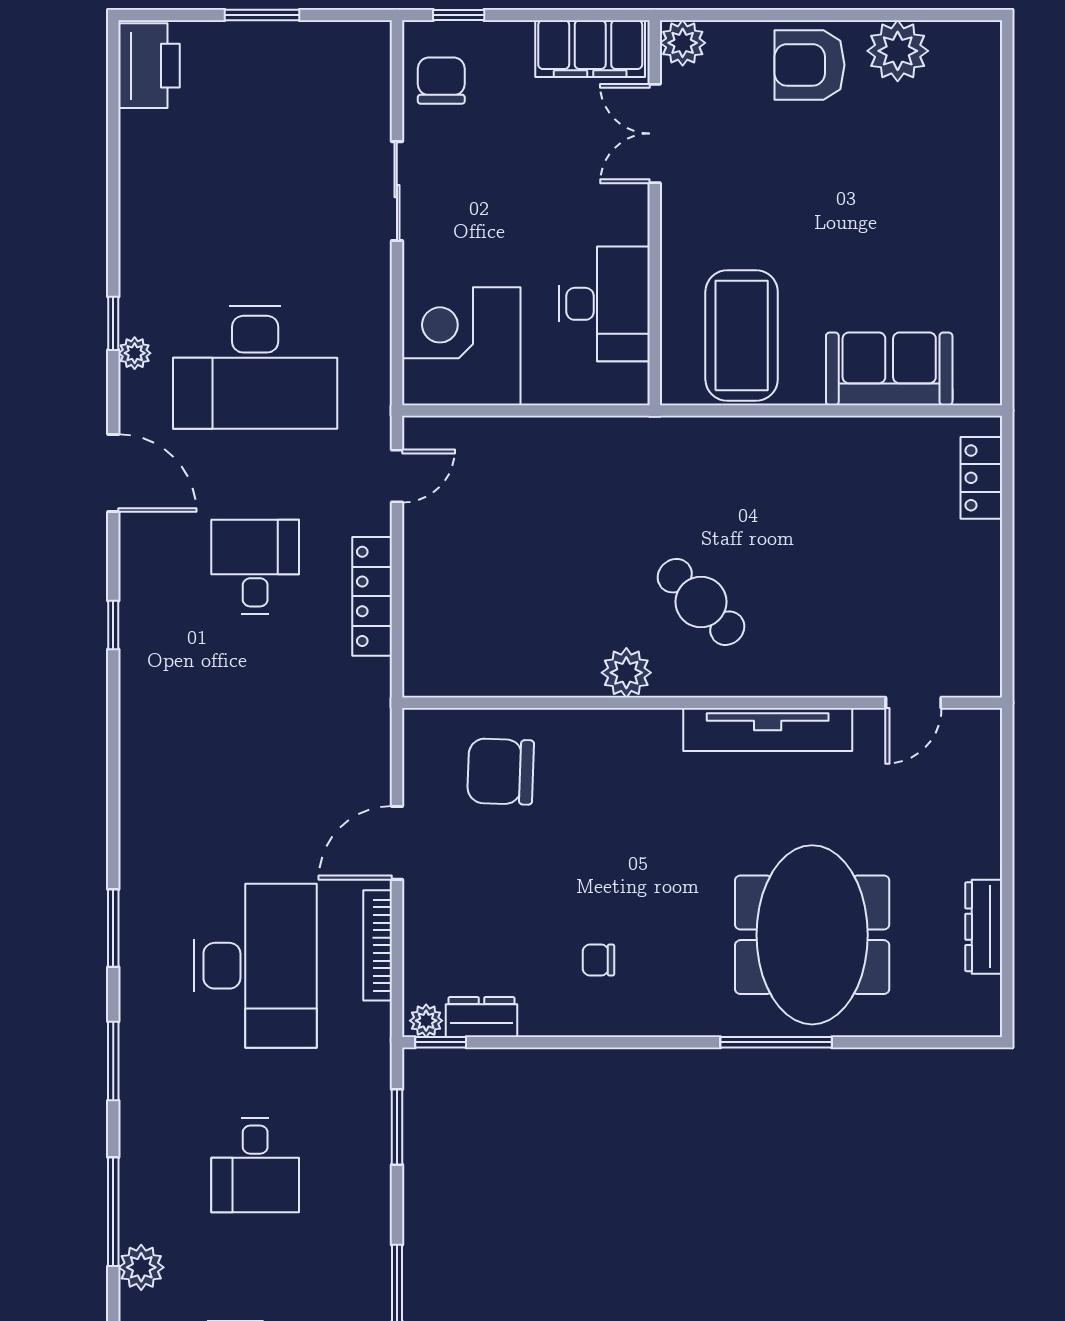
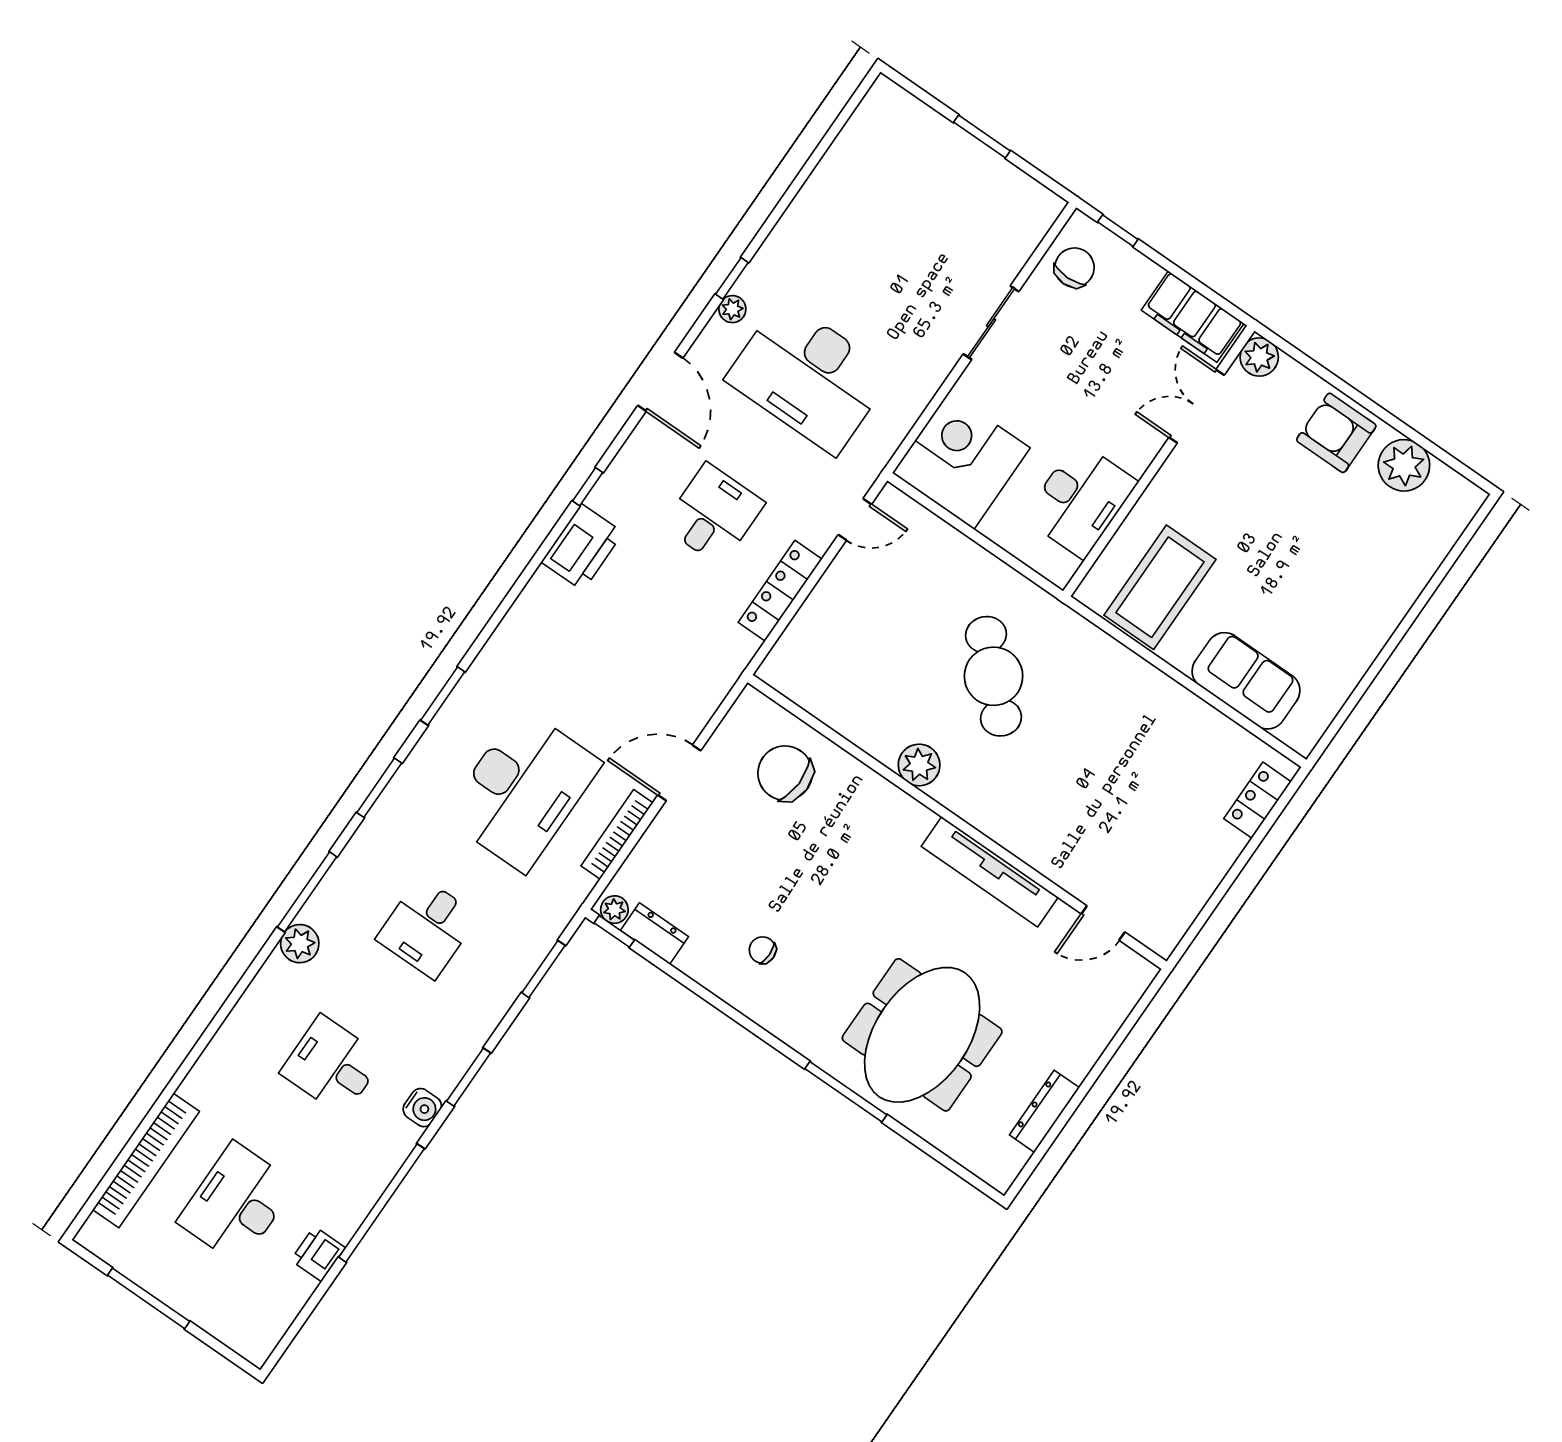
printer: (149, 66) -> (582, 547), moved
cafe table: (701, 602) -> (994, 676), moved, width x1.37, depth x1.35

